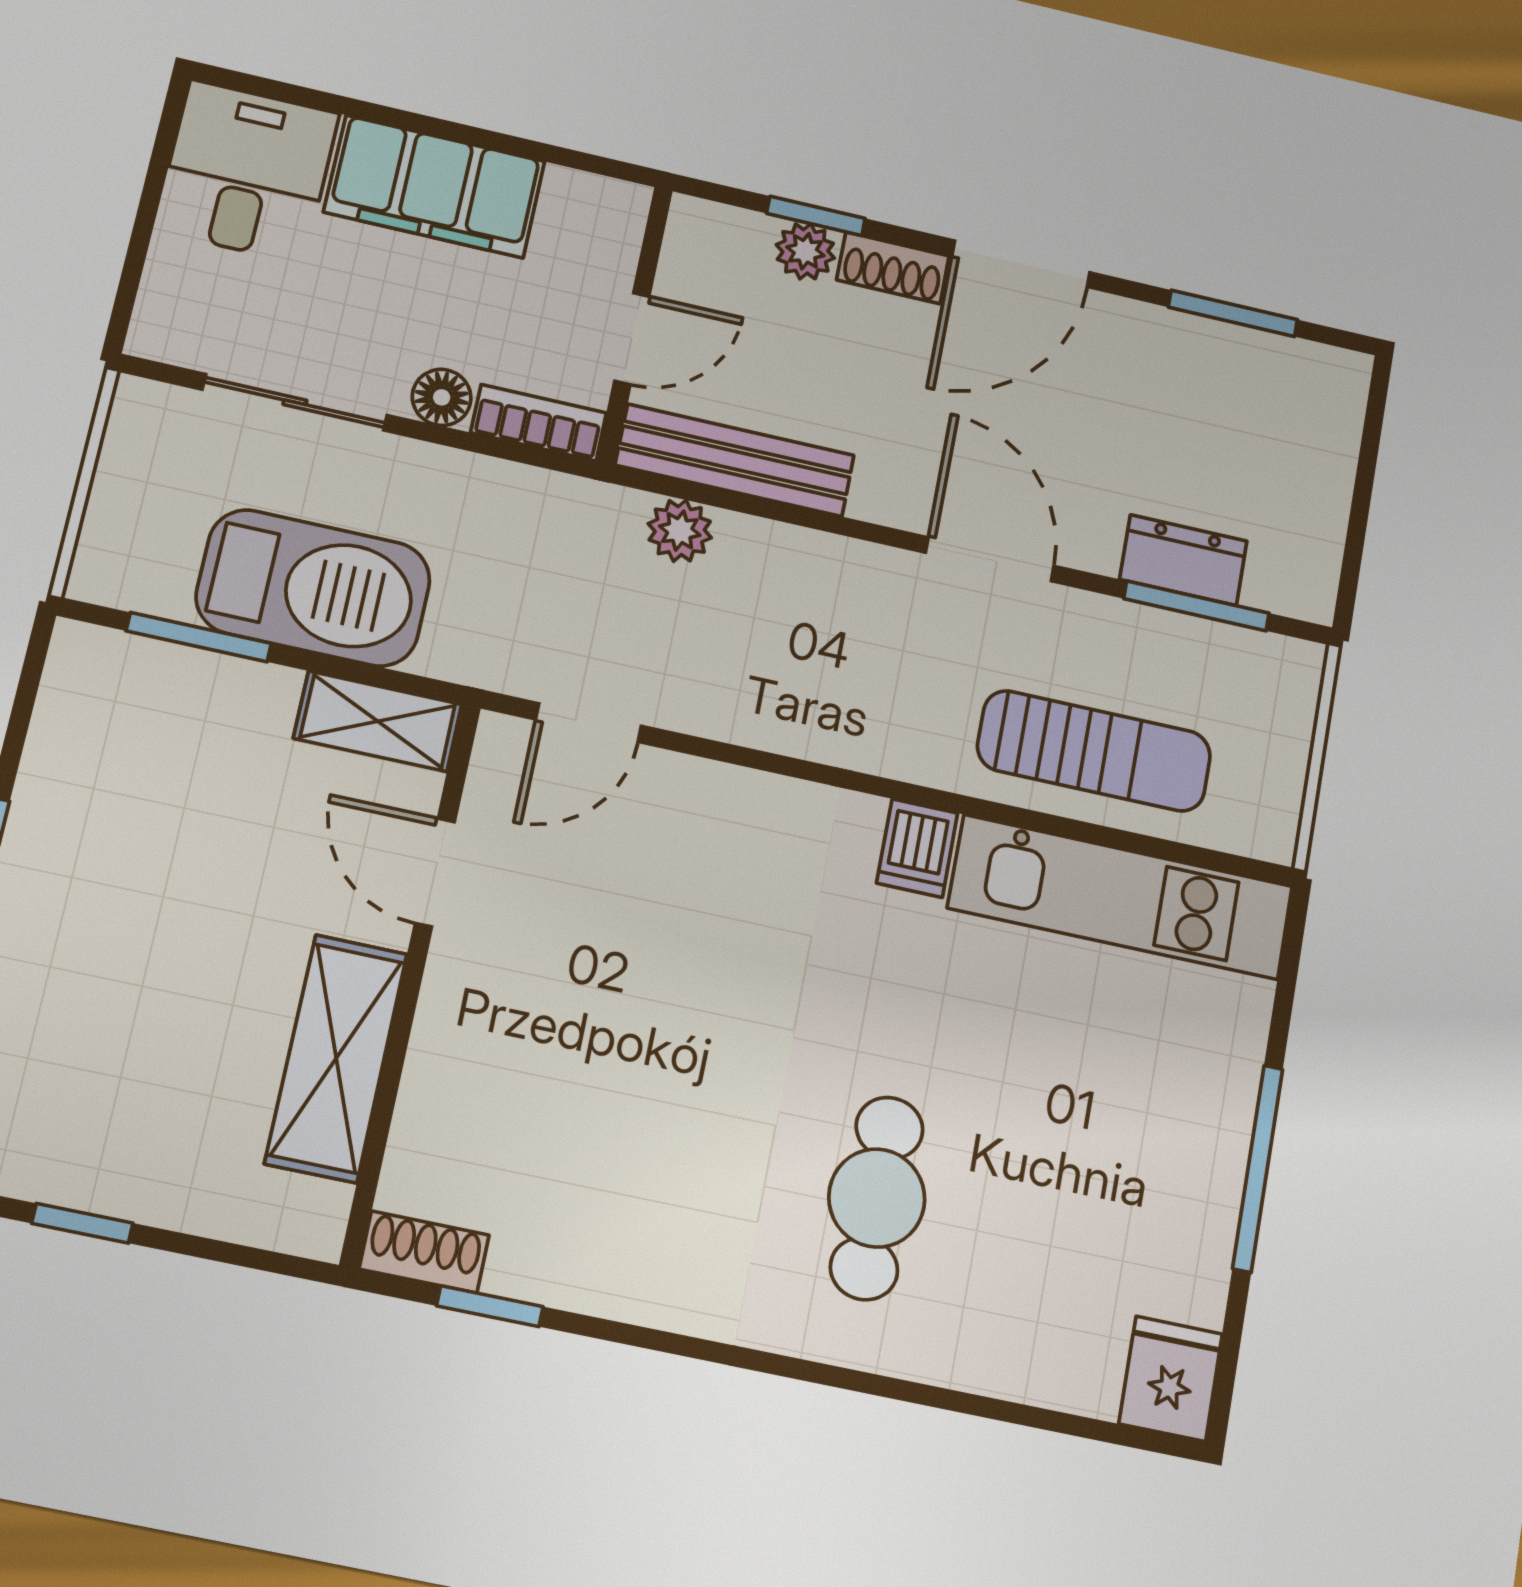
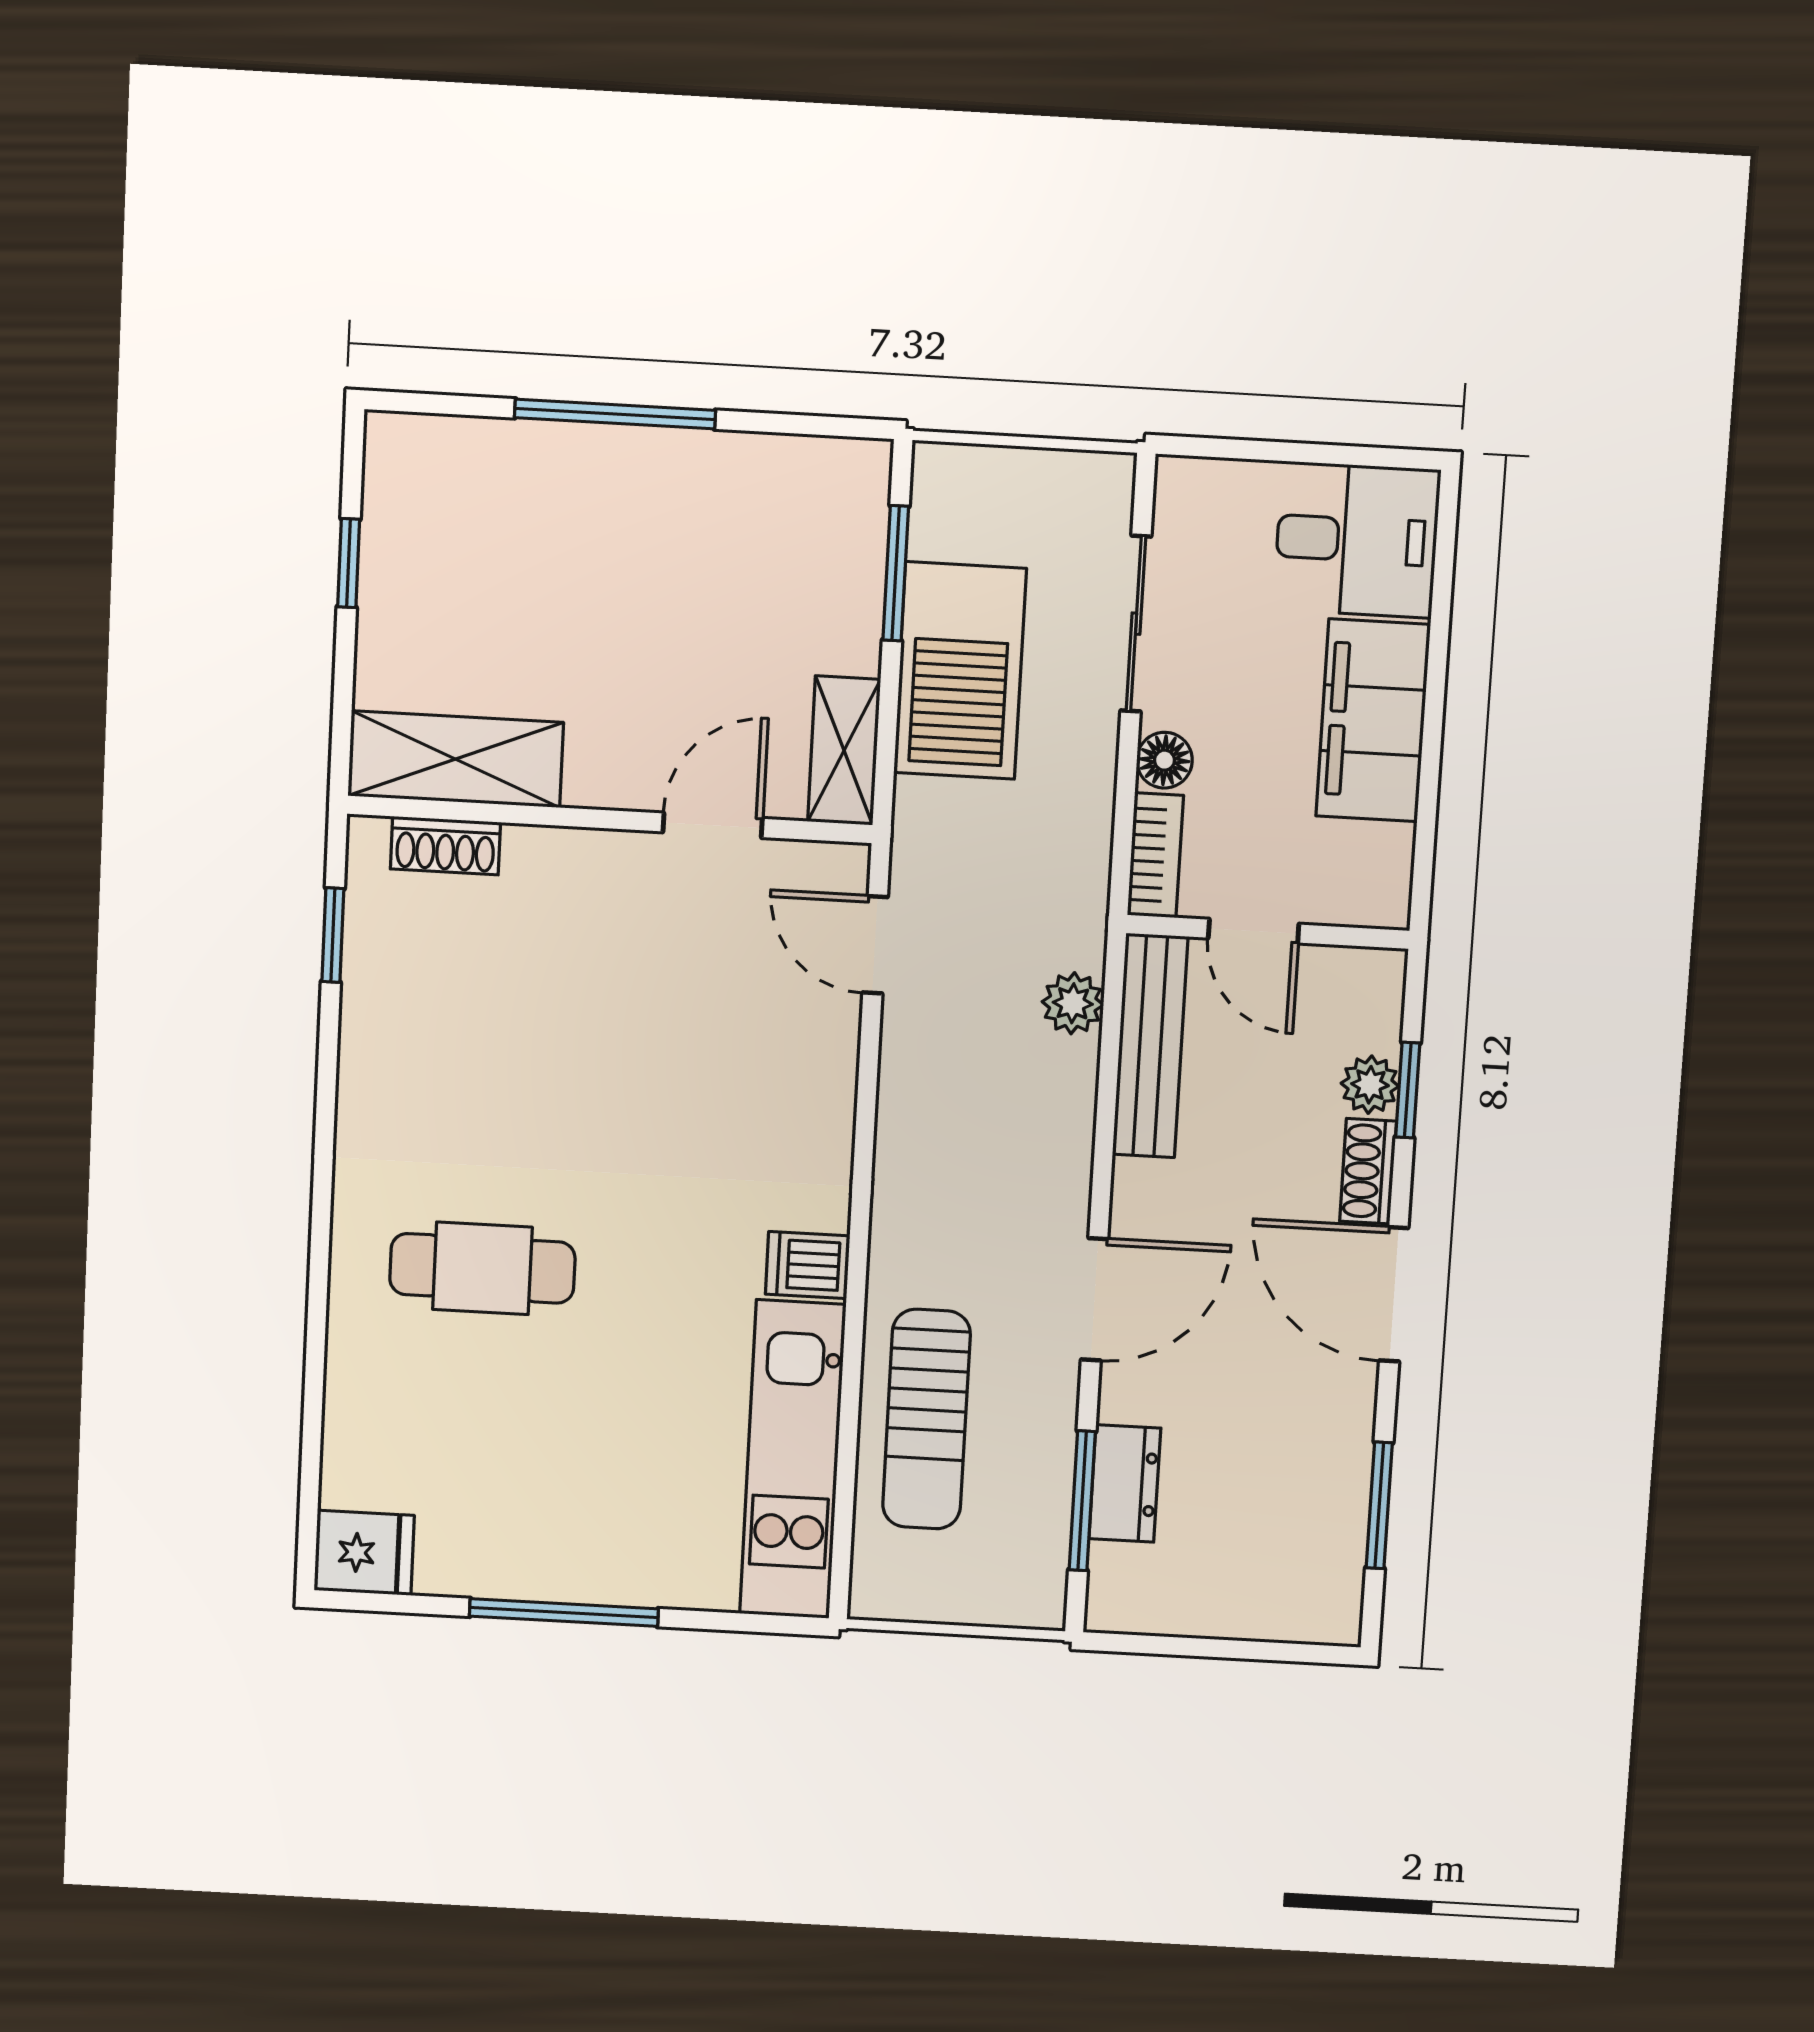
shelving: (336, 1058) -> (456, 759), moved
shoe rack: (424, 1252) -> (445, 846), moved, turned 90

